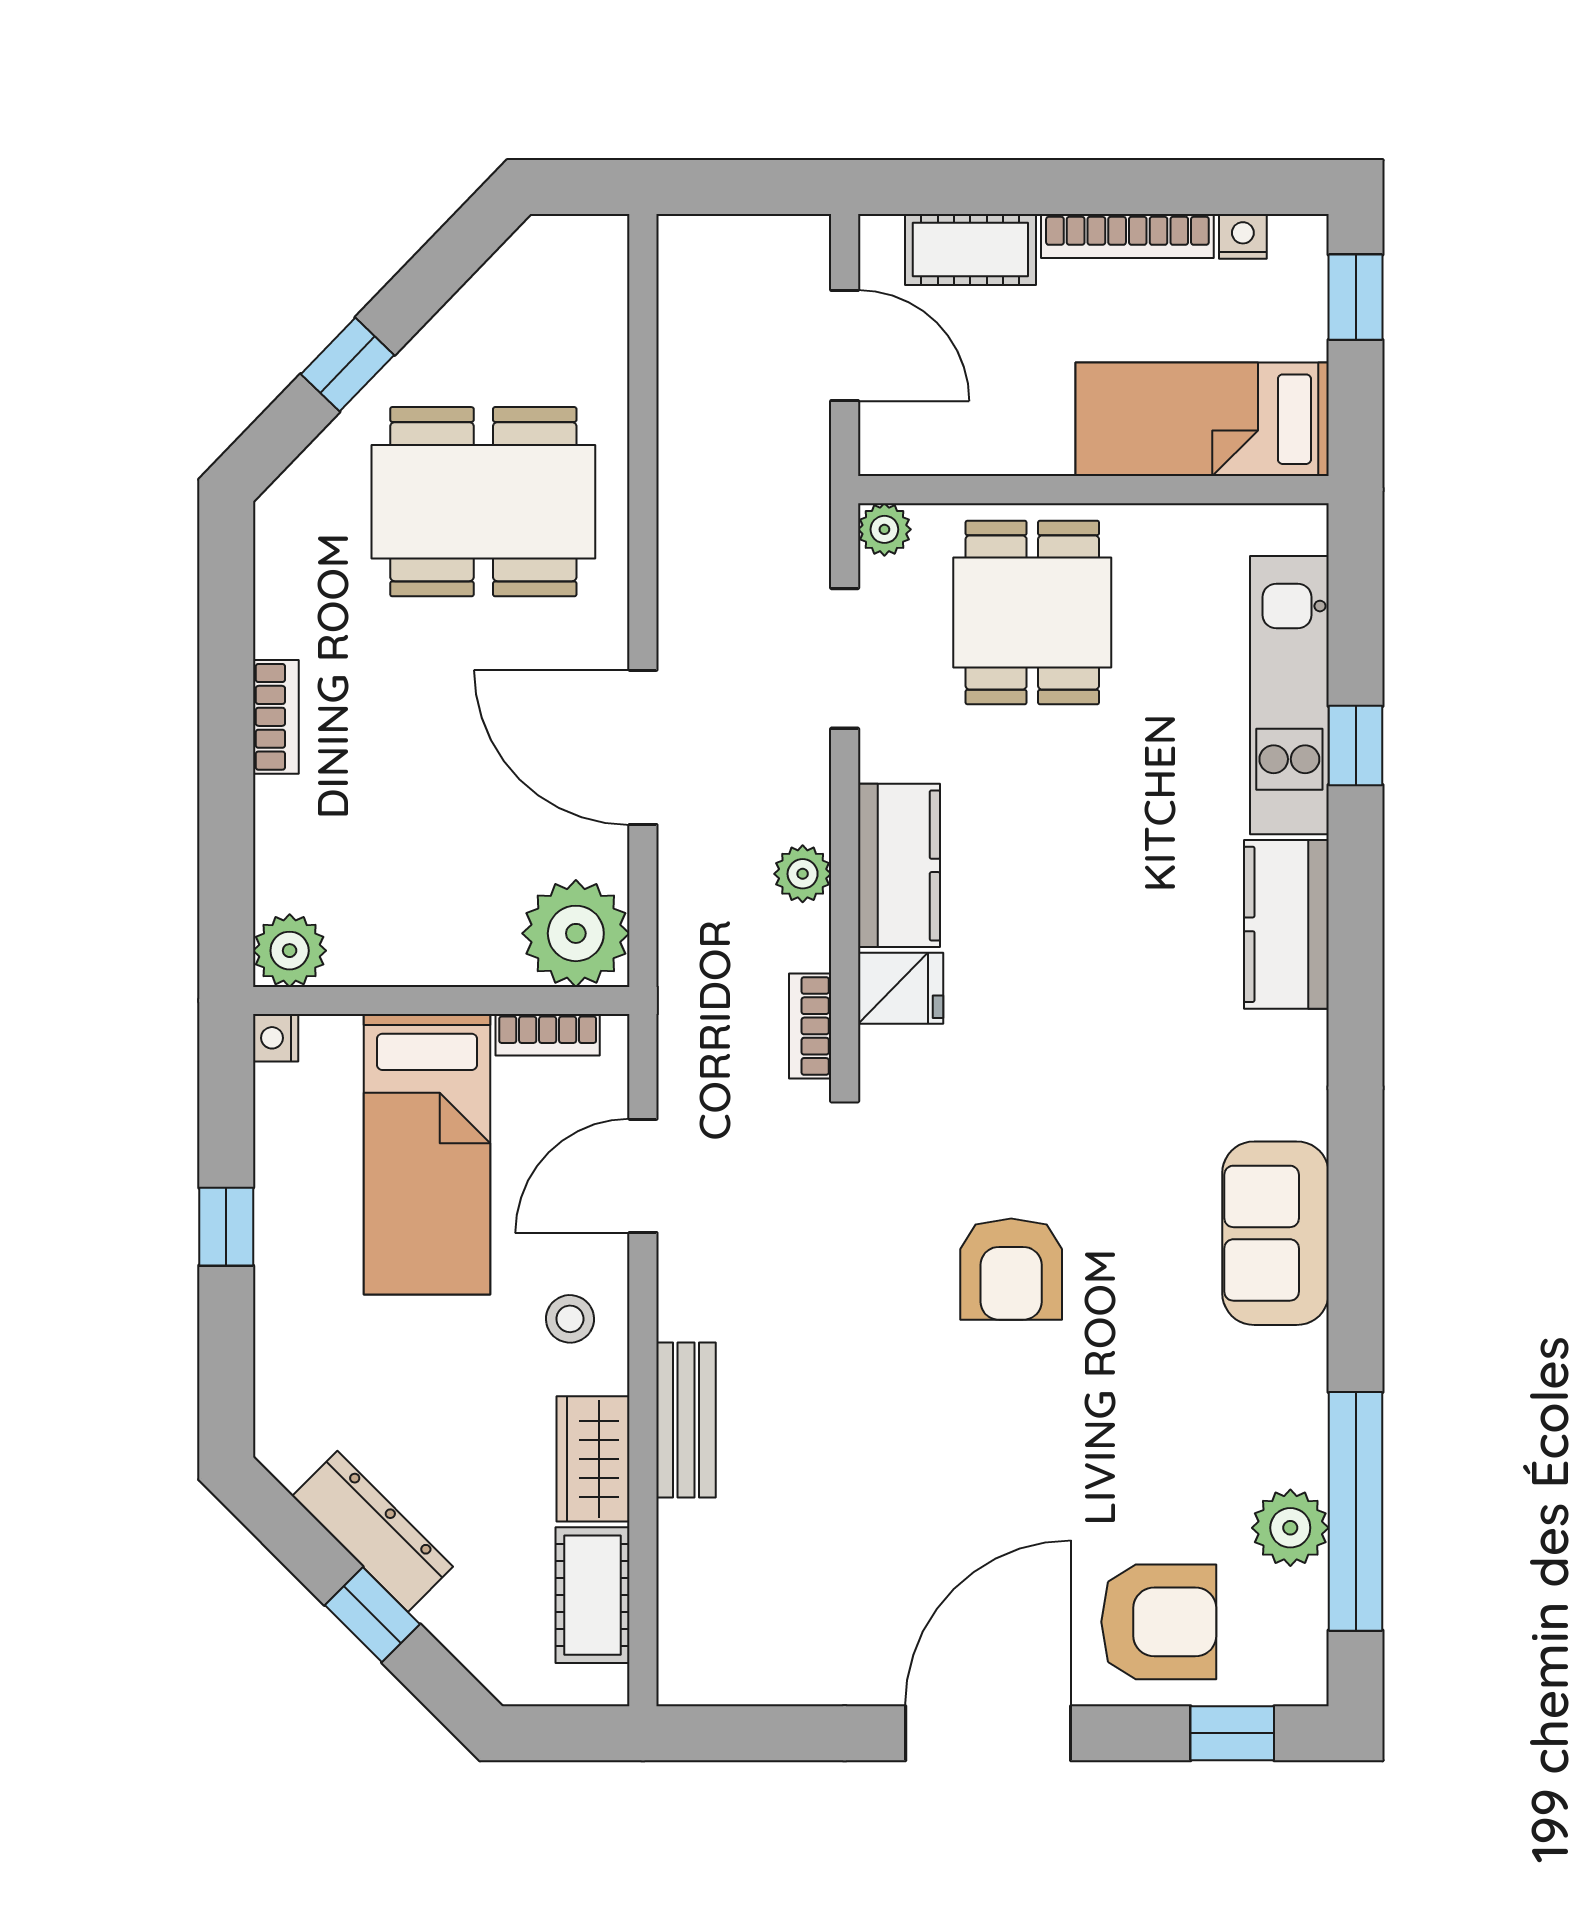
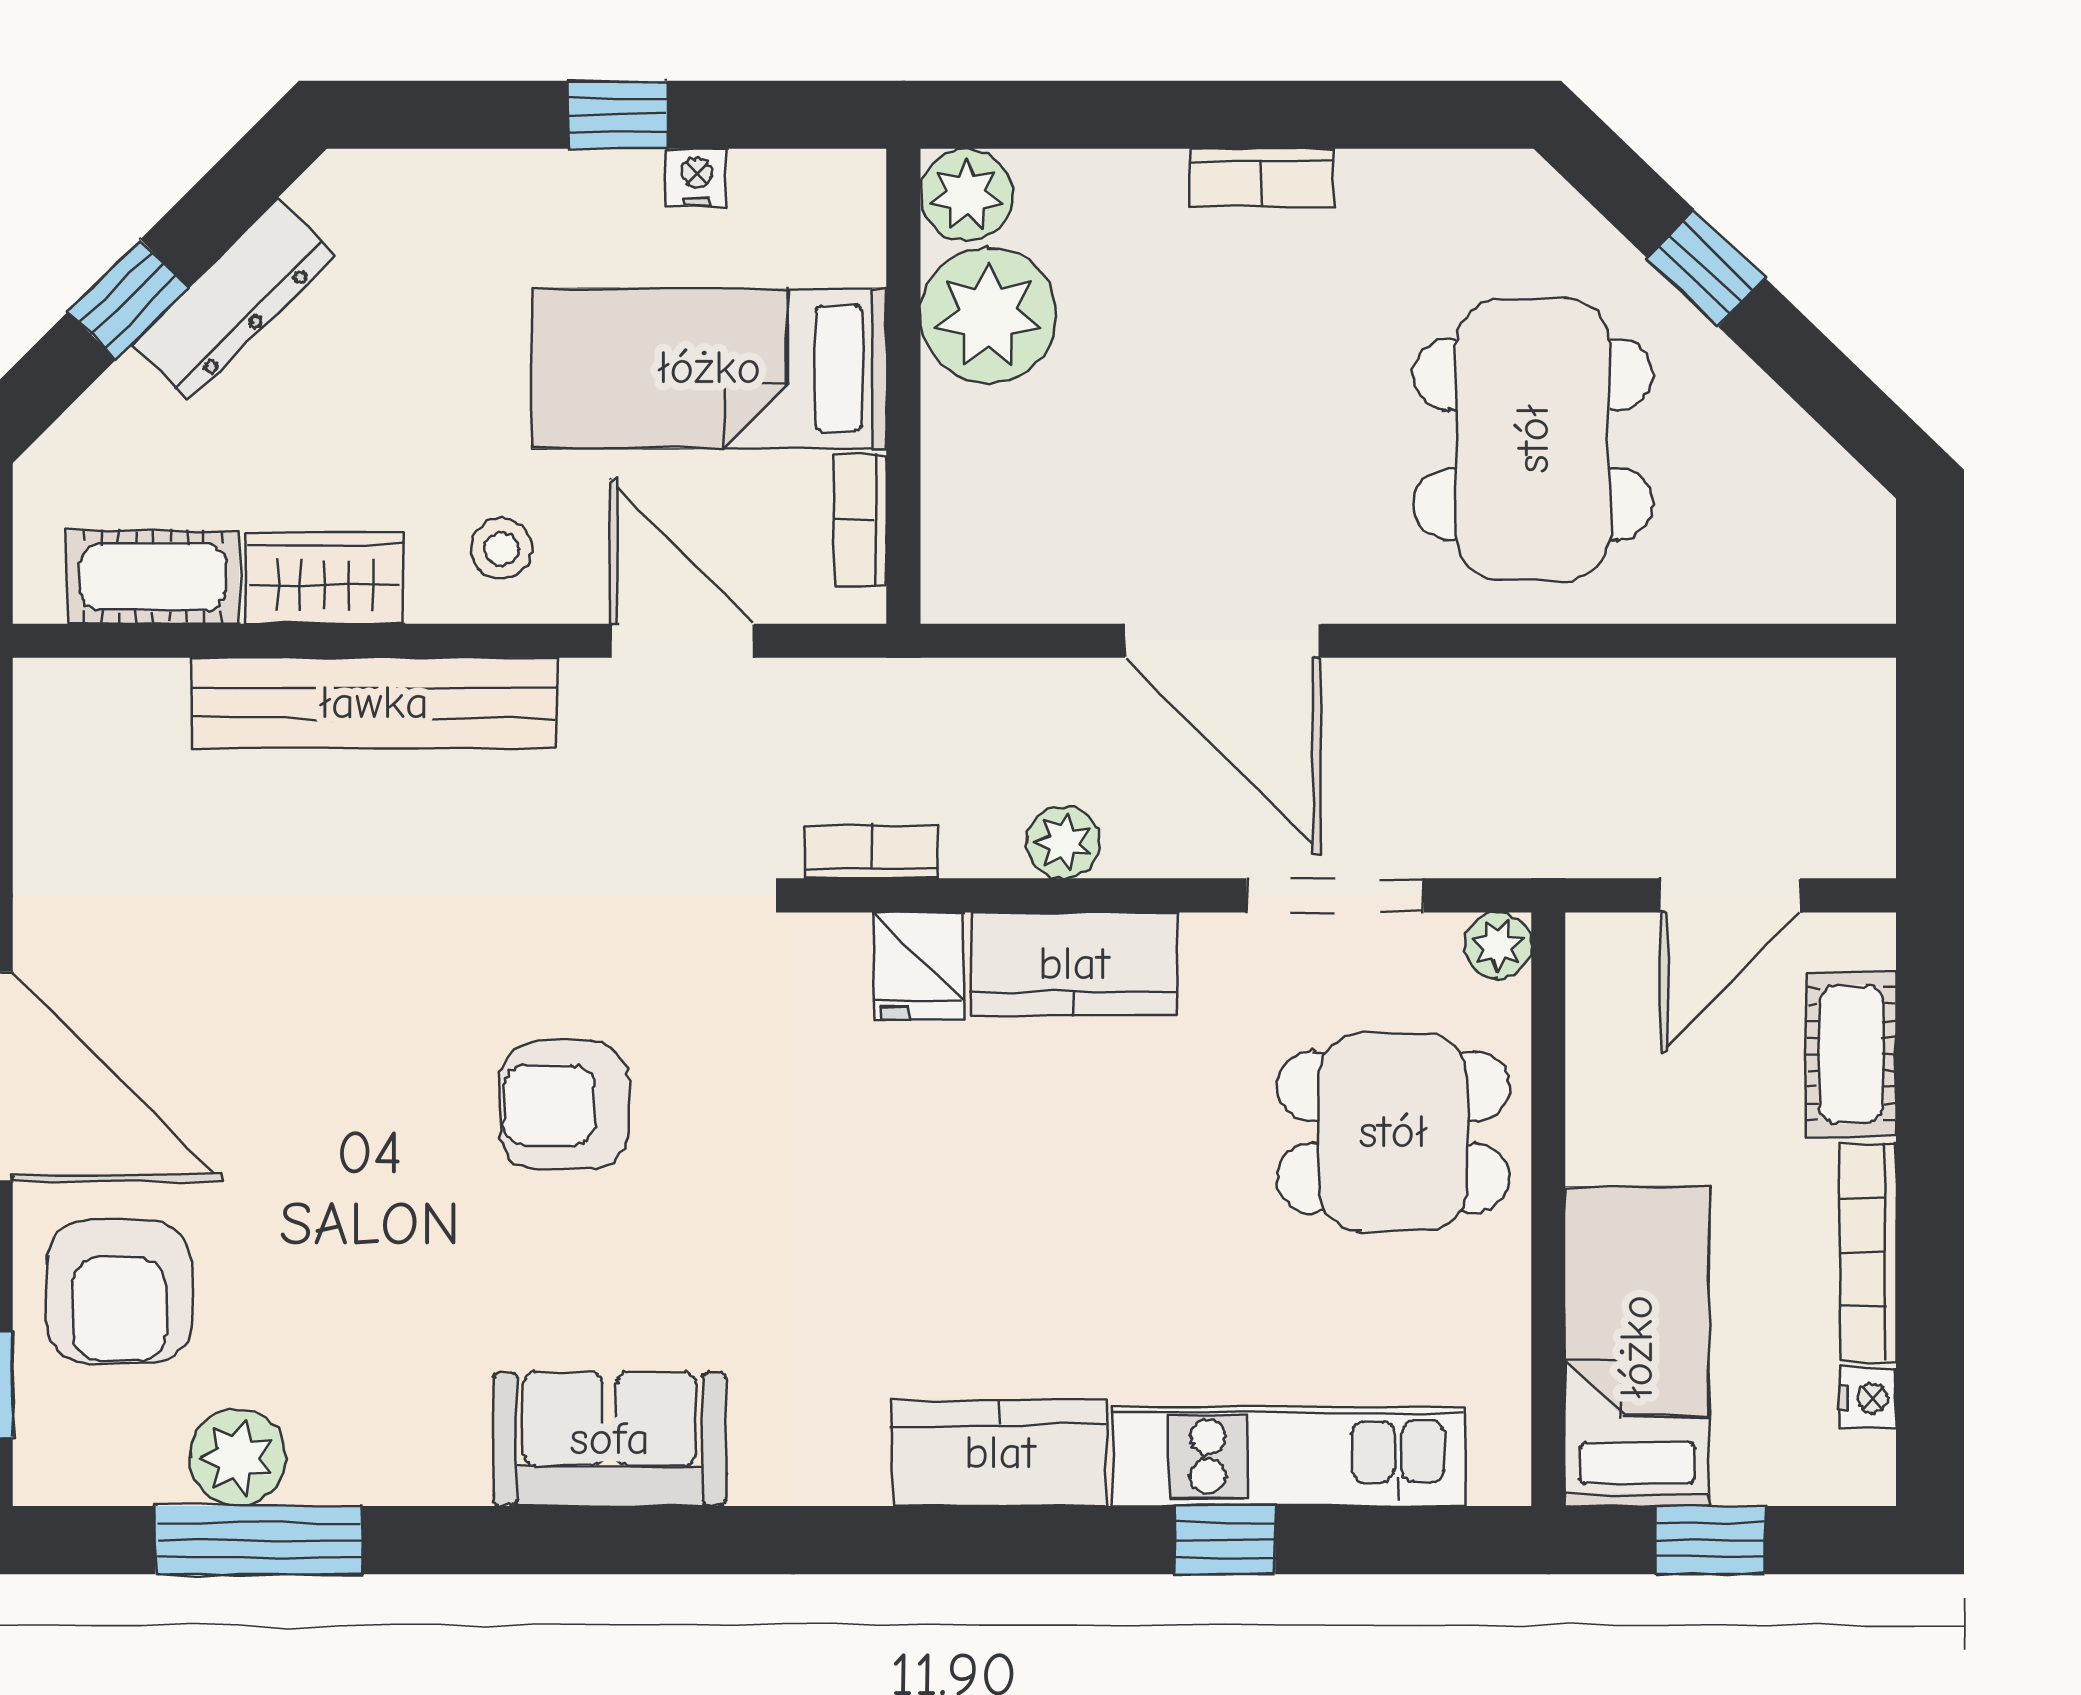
window: (1356, 297) -> (1711, 1540), moved
door: (643, 747) -> (1223, 641), swing flipped
plant: (576, 933) -> (988, 315), moved
nightstand: (276, 1038) -> (697, 177), moved
bench: (686, 1420) -> (374, 703), width x1.86, depth x1.21
window: (1356, 1511) -> (259, 1540), width x0.68

